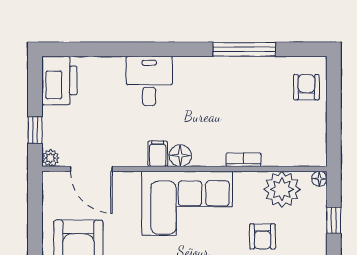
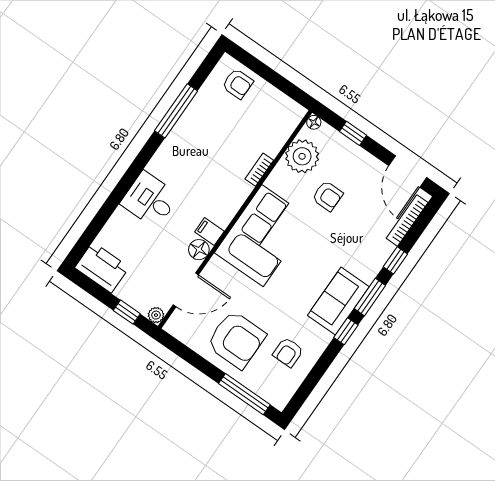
armchair: (306, 87) -> (238, 84), turned 180
floor lamp: (180, 156) -> (199, 250), moved

